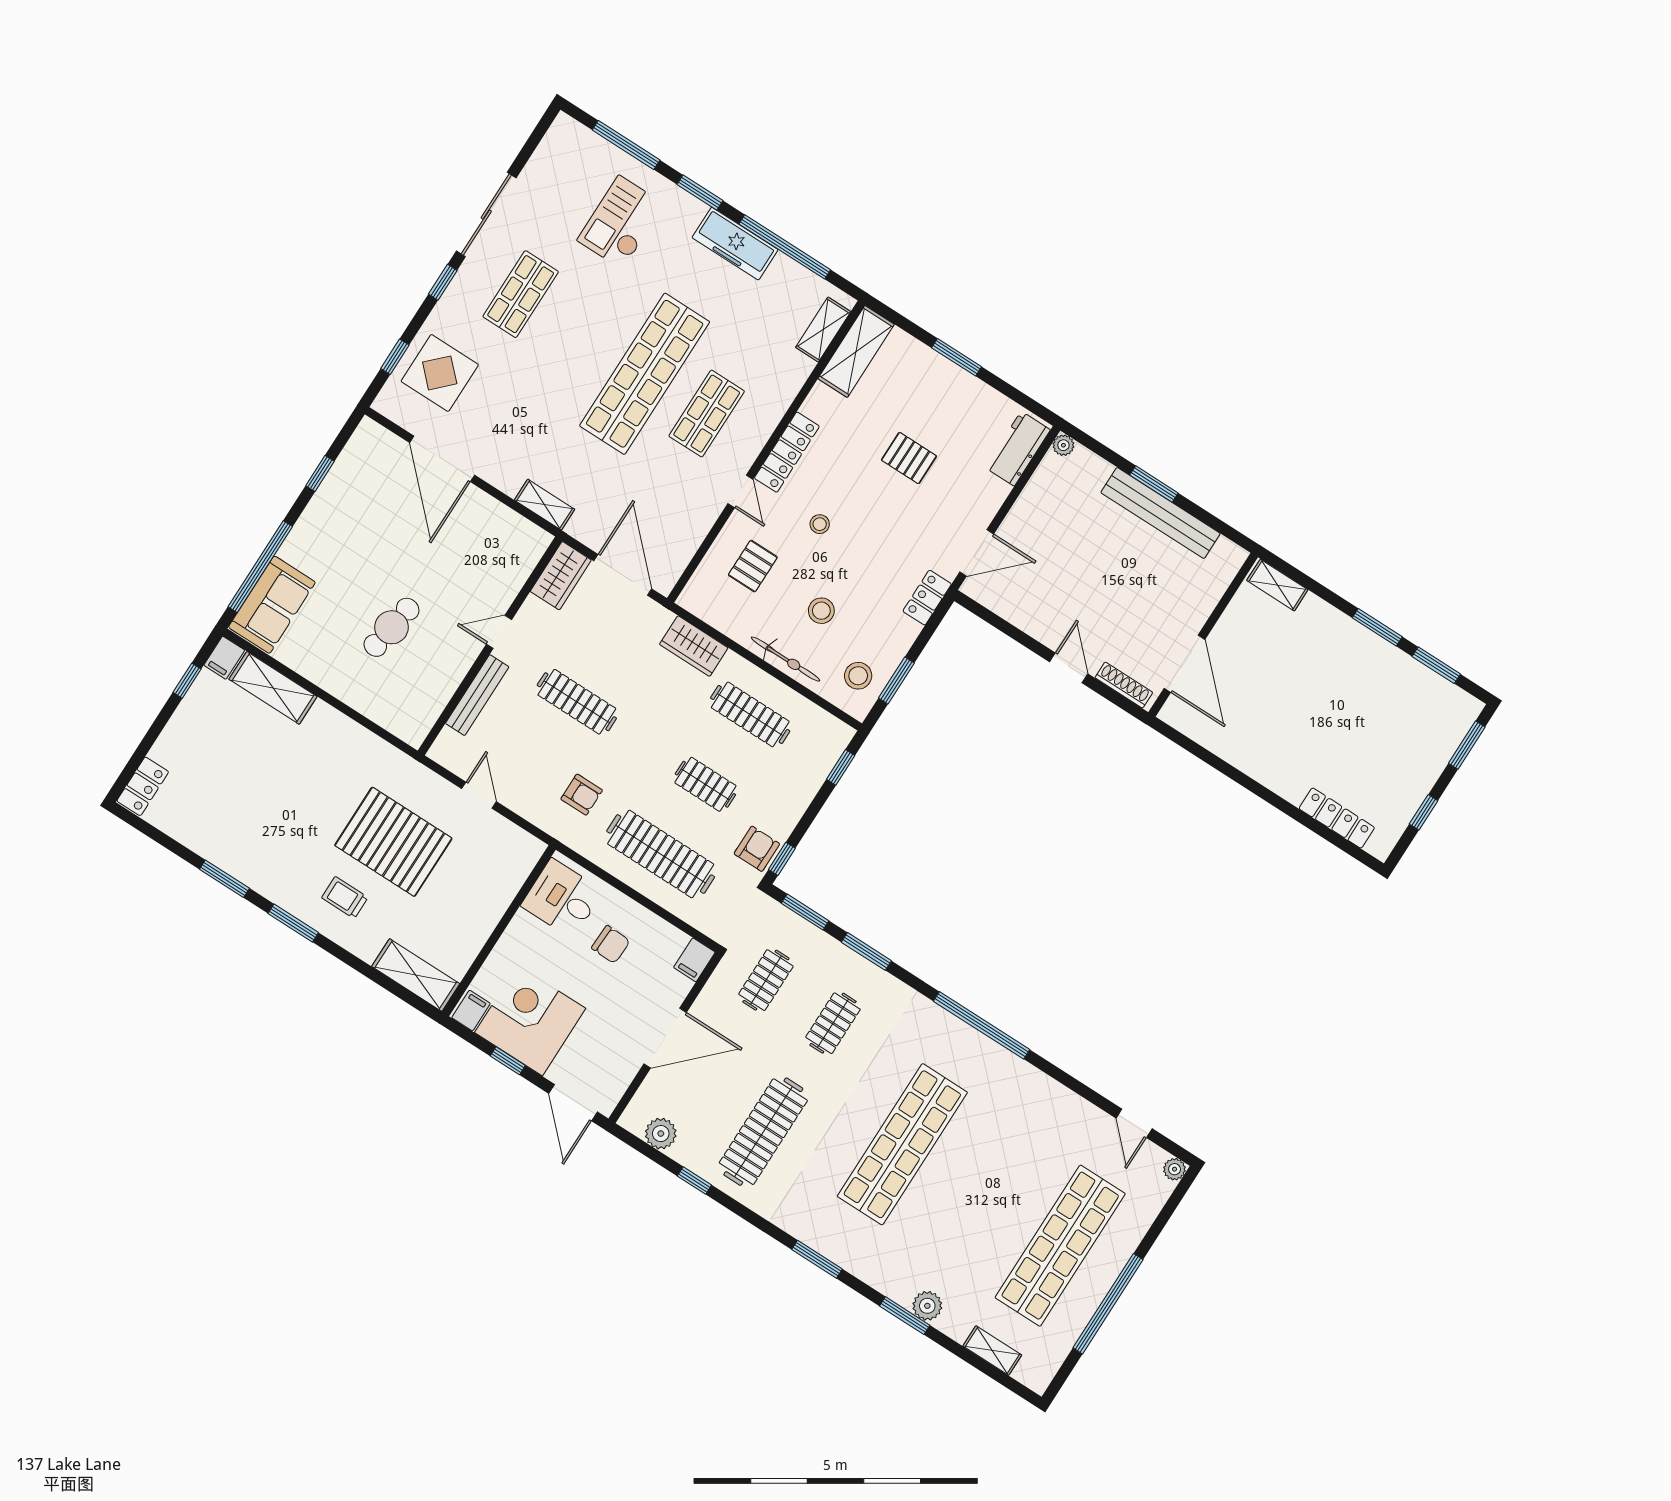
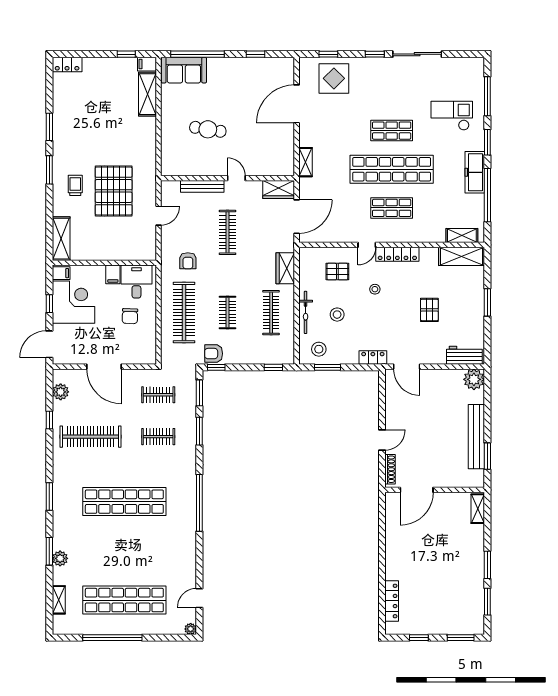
shop shelf: (521, 294) -> (392, 131), moved
plant: (1063, 445) -> (474, 379), width x1.87, depth x1.87
window: (1154, 484) -> (487, 456), moved
armchair: (757, 849) -> (214, 354), turned 180
filing cabinet: (694, 960) -> (113, 274), moved, turned -90

